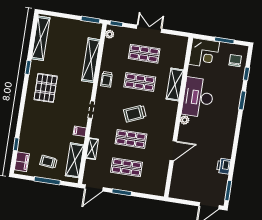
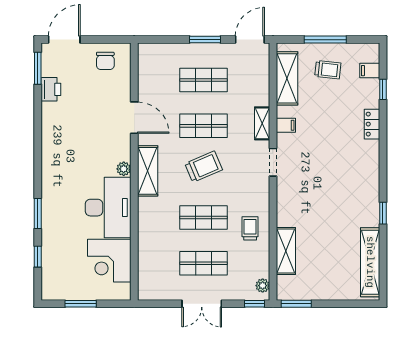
corner desk: (204, 53) -> (109, 261), moved, turned -90
shelving: (91, 60) -> (286, 251), width x0.68
chair: (235, 61) -> (105, 61), moved
trolley: (107, 79) -> (250, 228), moved
shelving: (175, 84) -> (148, 171), moved
pallet: (46, 88) -> (350, 185), removed
locker: (26, 124) -> (372, 124), added
shelving: (92, 149) -> (262, 123), moved
door: (173, 151) -> (134, 118), swing flipped
filing cabinet: (22, 162) -> (370, 71), width x0.50
printer: (224, 166) -> (51, 89), moved

